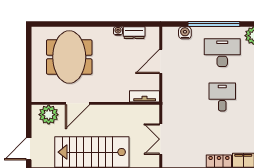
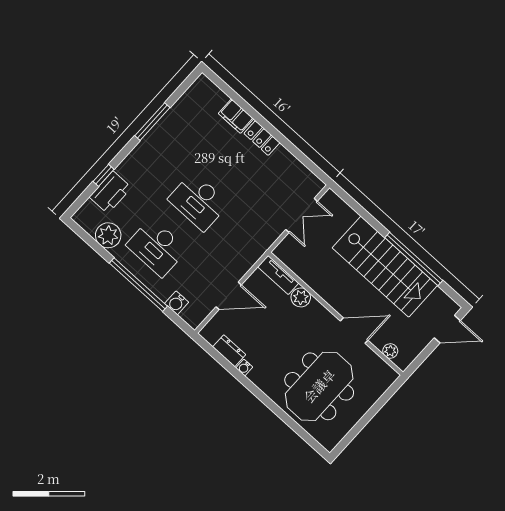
plant: (122, 95) -> (301, 297), added
desk: (222, 97) -> (198, 201), width x1.37
plant: (49, 115) -> (390, 351), width x0.53, depth x0.53

